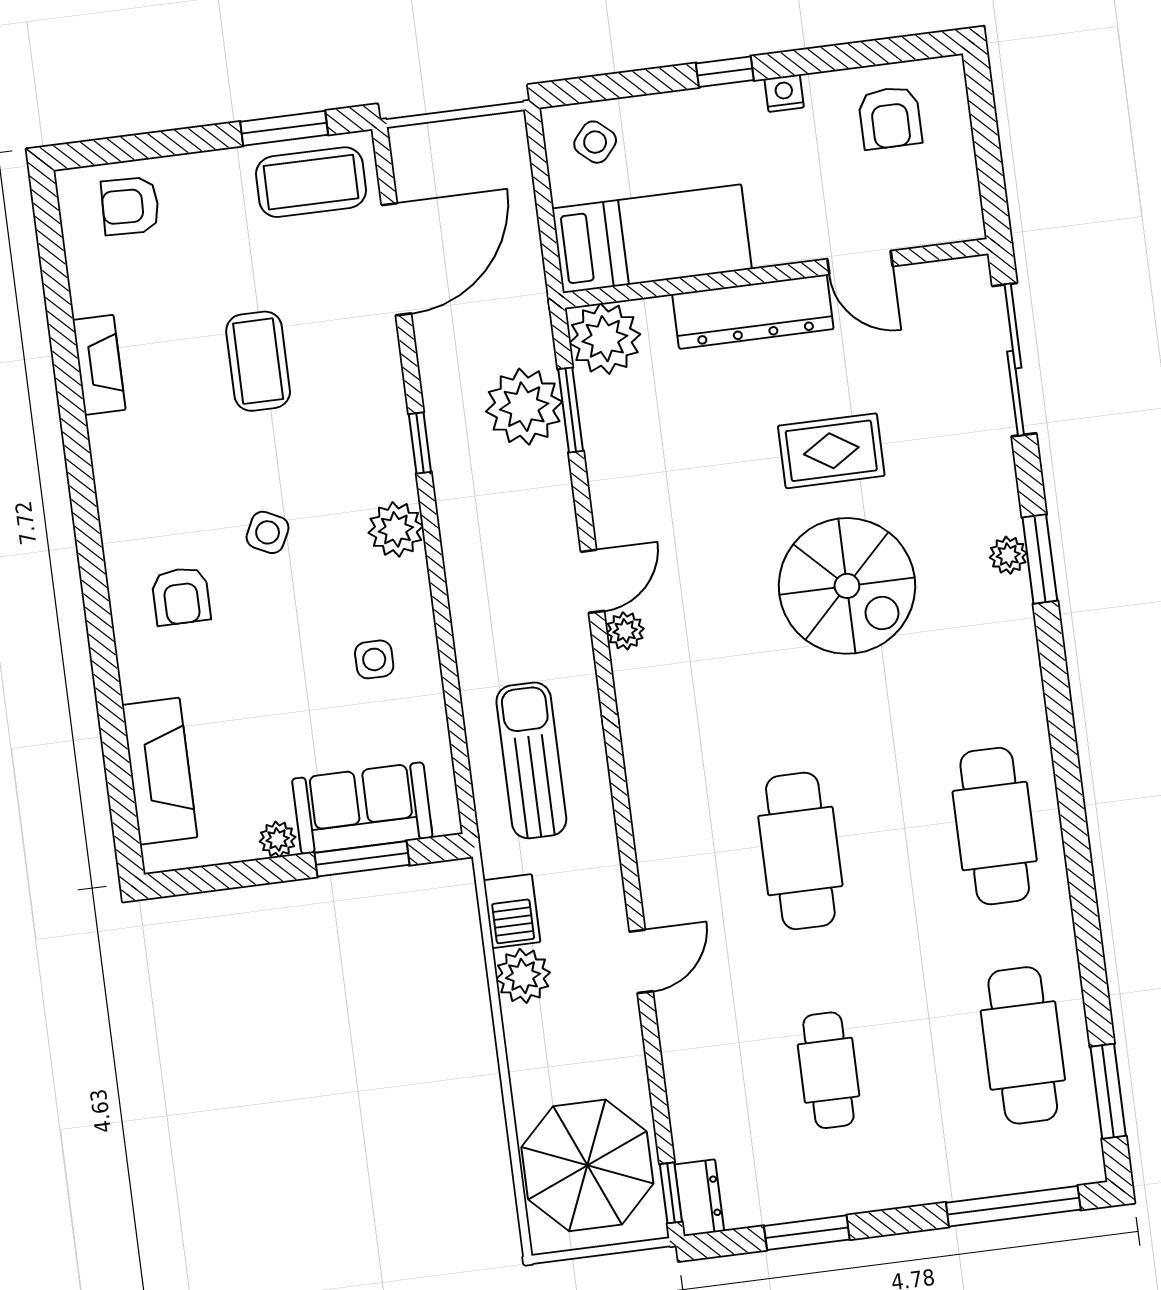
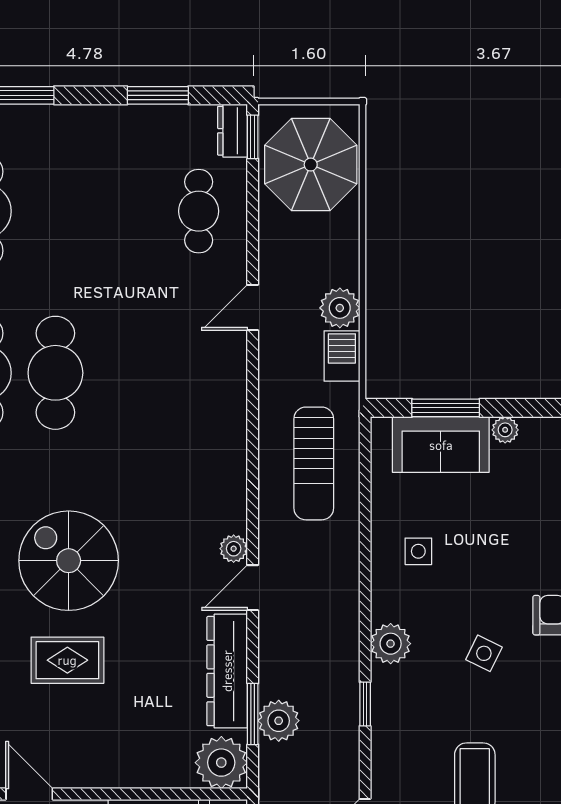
dresser: (753, 312) -> (227, 671), moved, turned -90
plant: (524, 407) -> (279, 721), width x0.73, depth x0.73
cafe table: (800, 851) -> (55, 373), moved
cafe table: (828, 1070) -> (199, 211), moved

